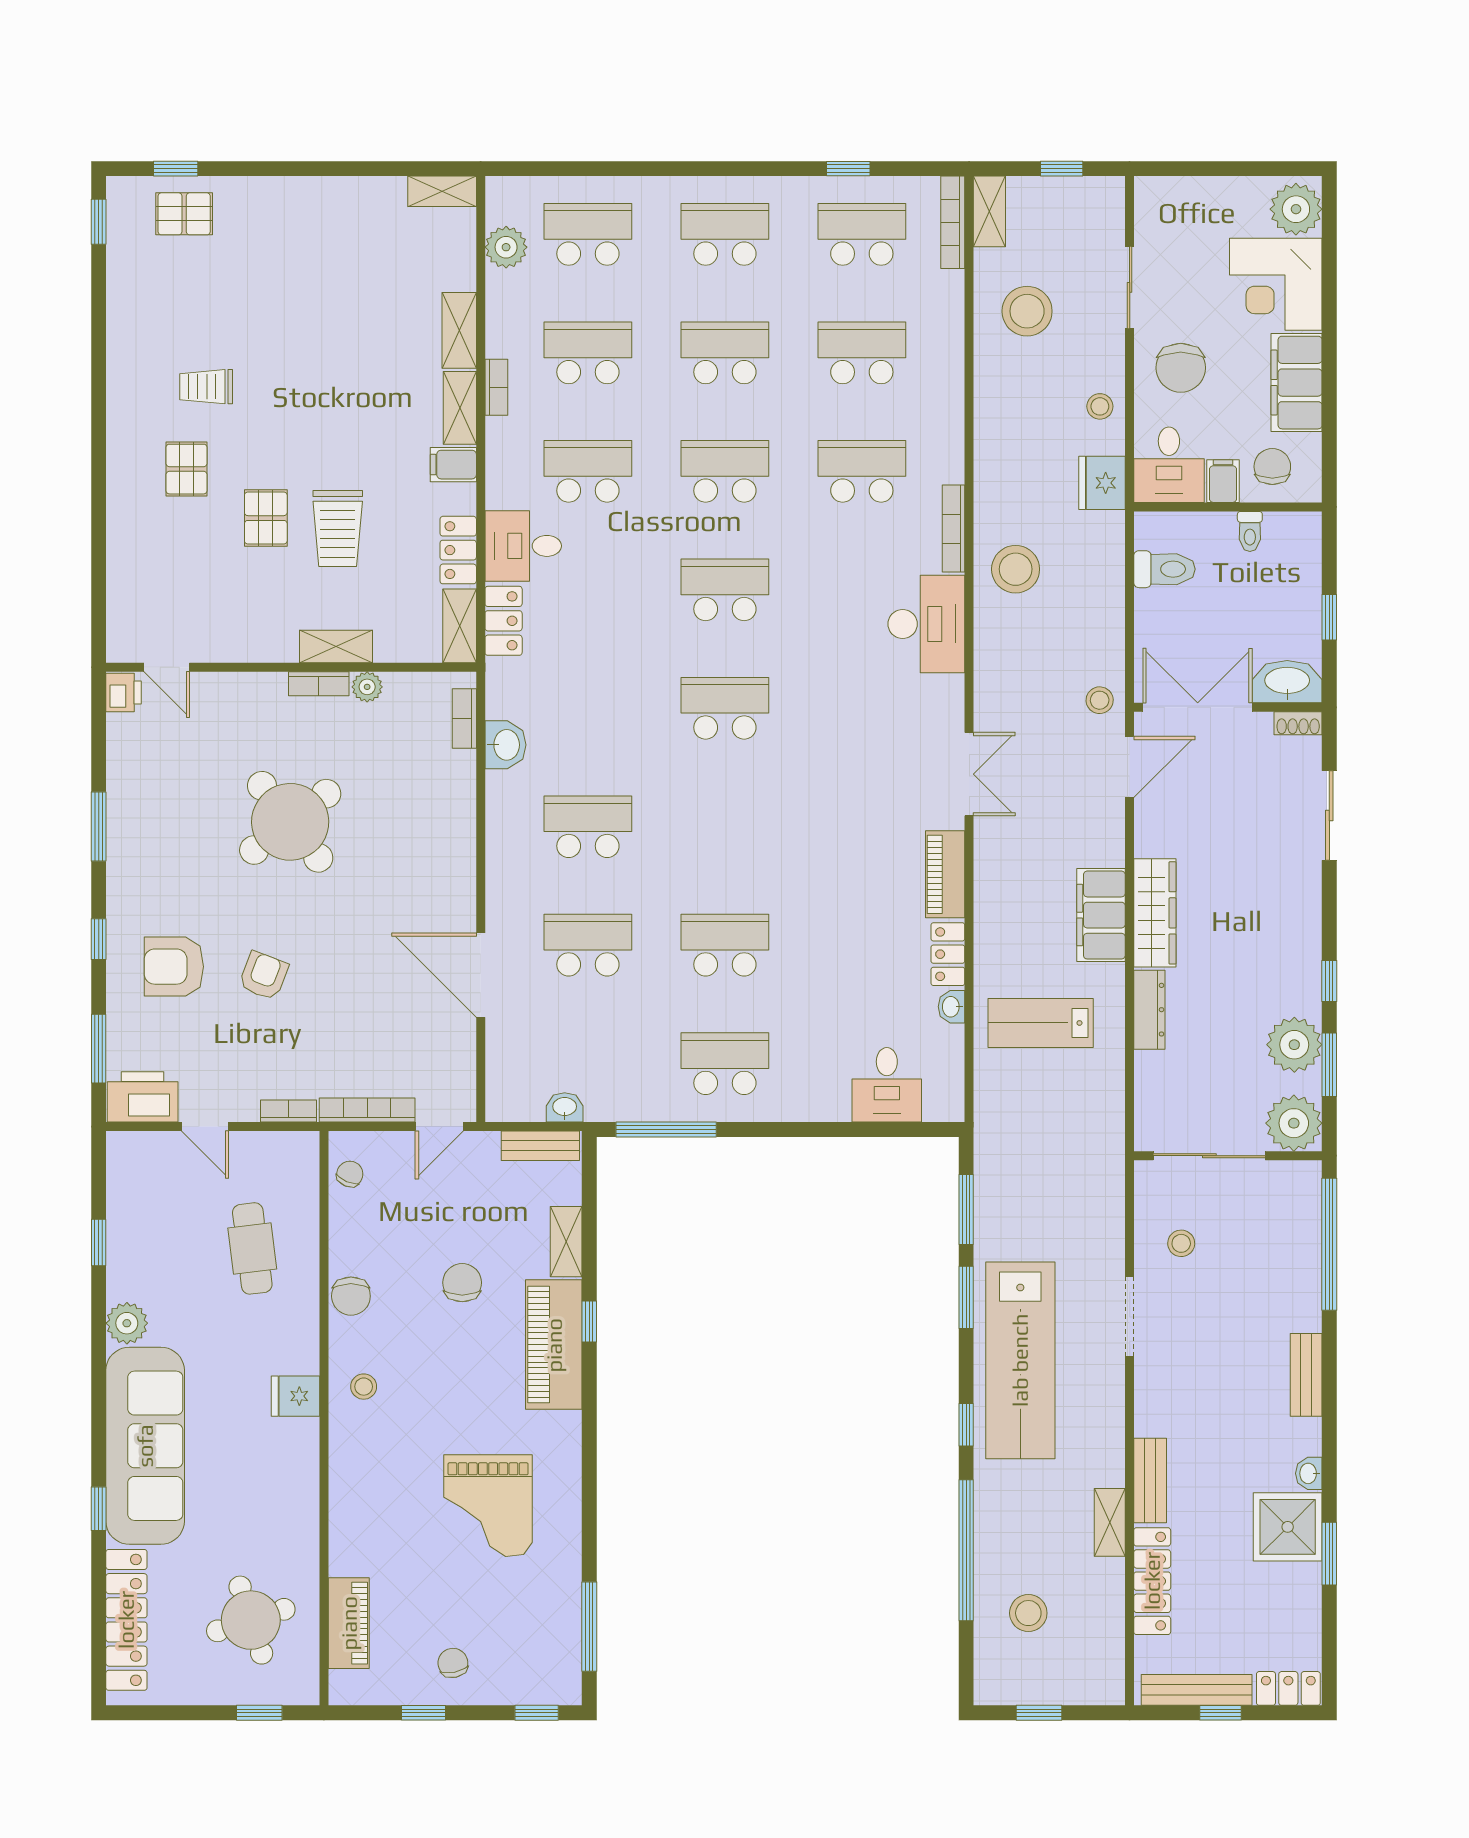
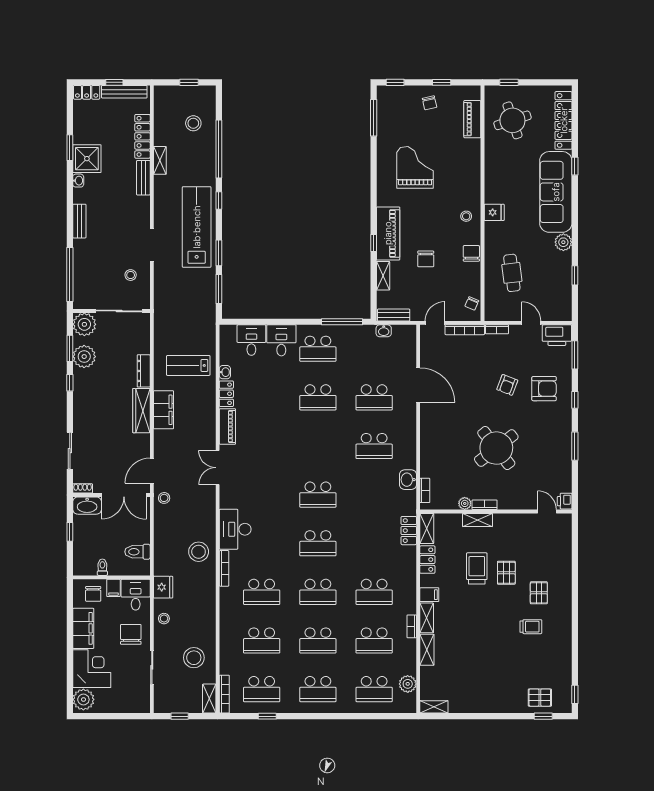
desk: (523, 546) -> (281, 340), moved, turned -90
lab bench: (1041, 1023) -> (188, 365), turned 180

